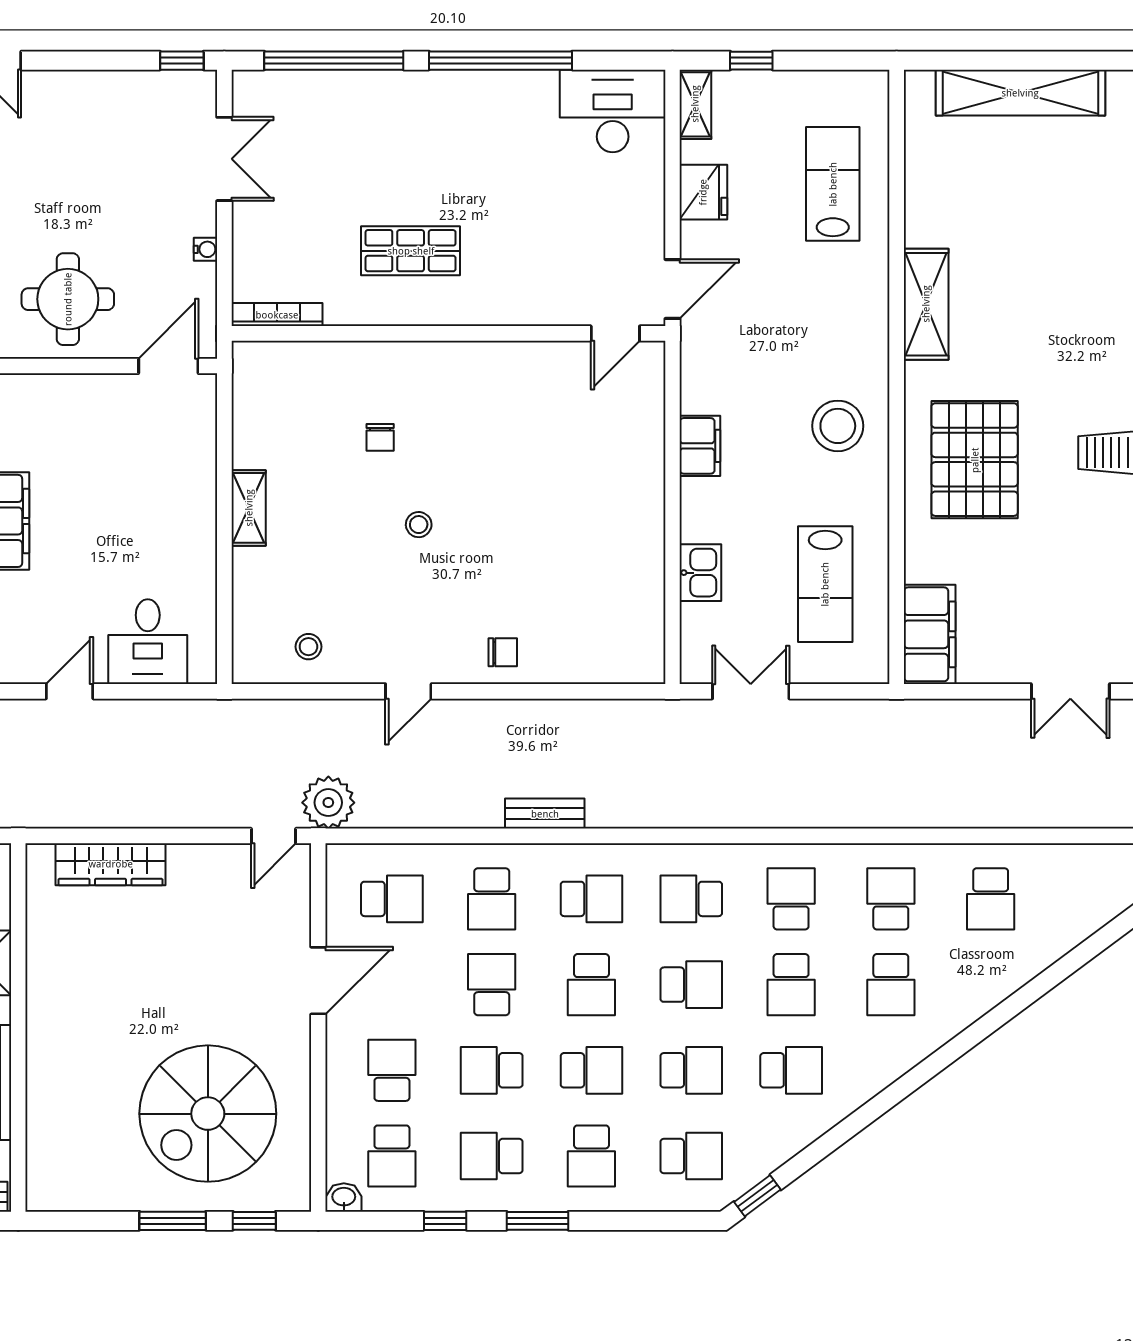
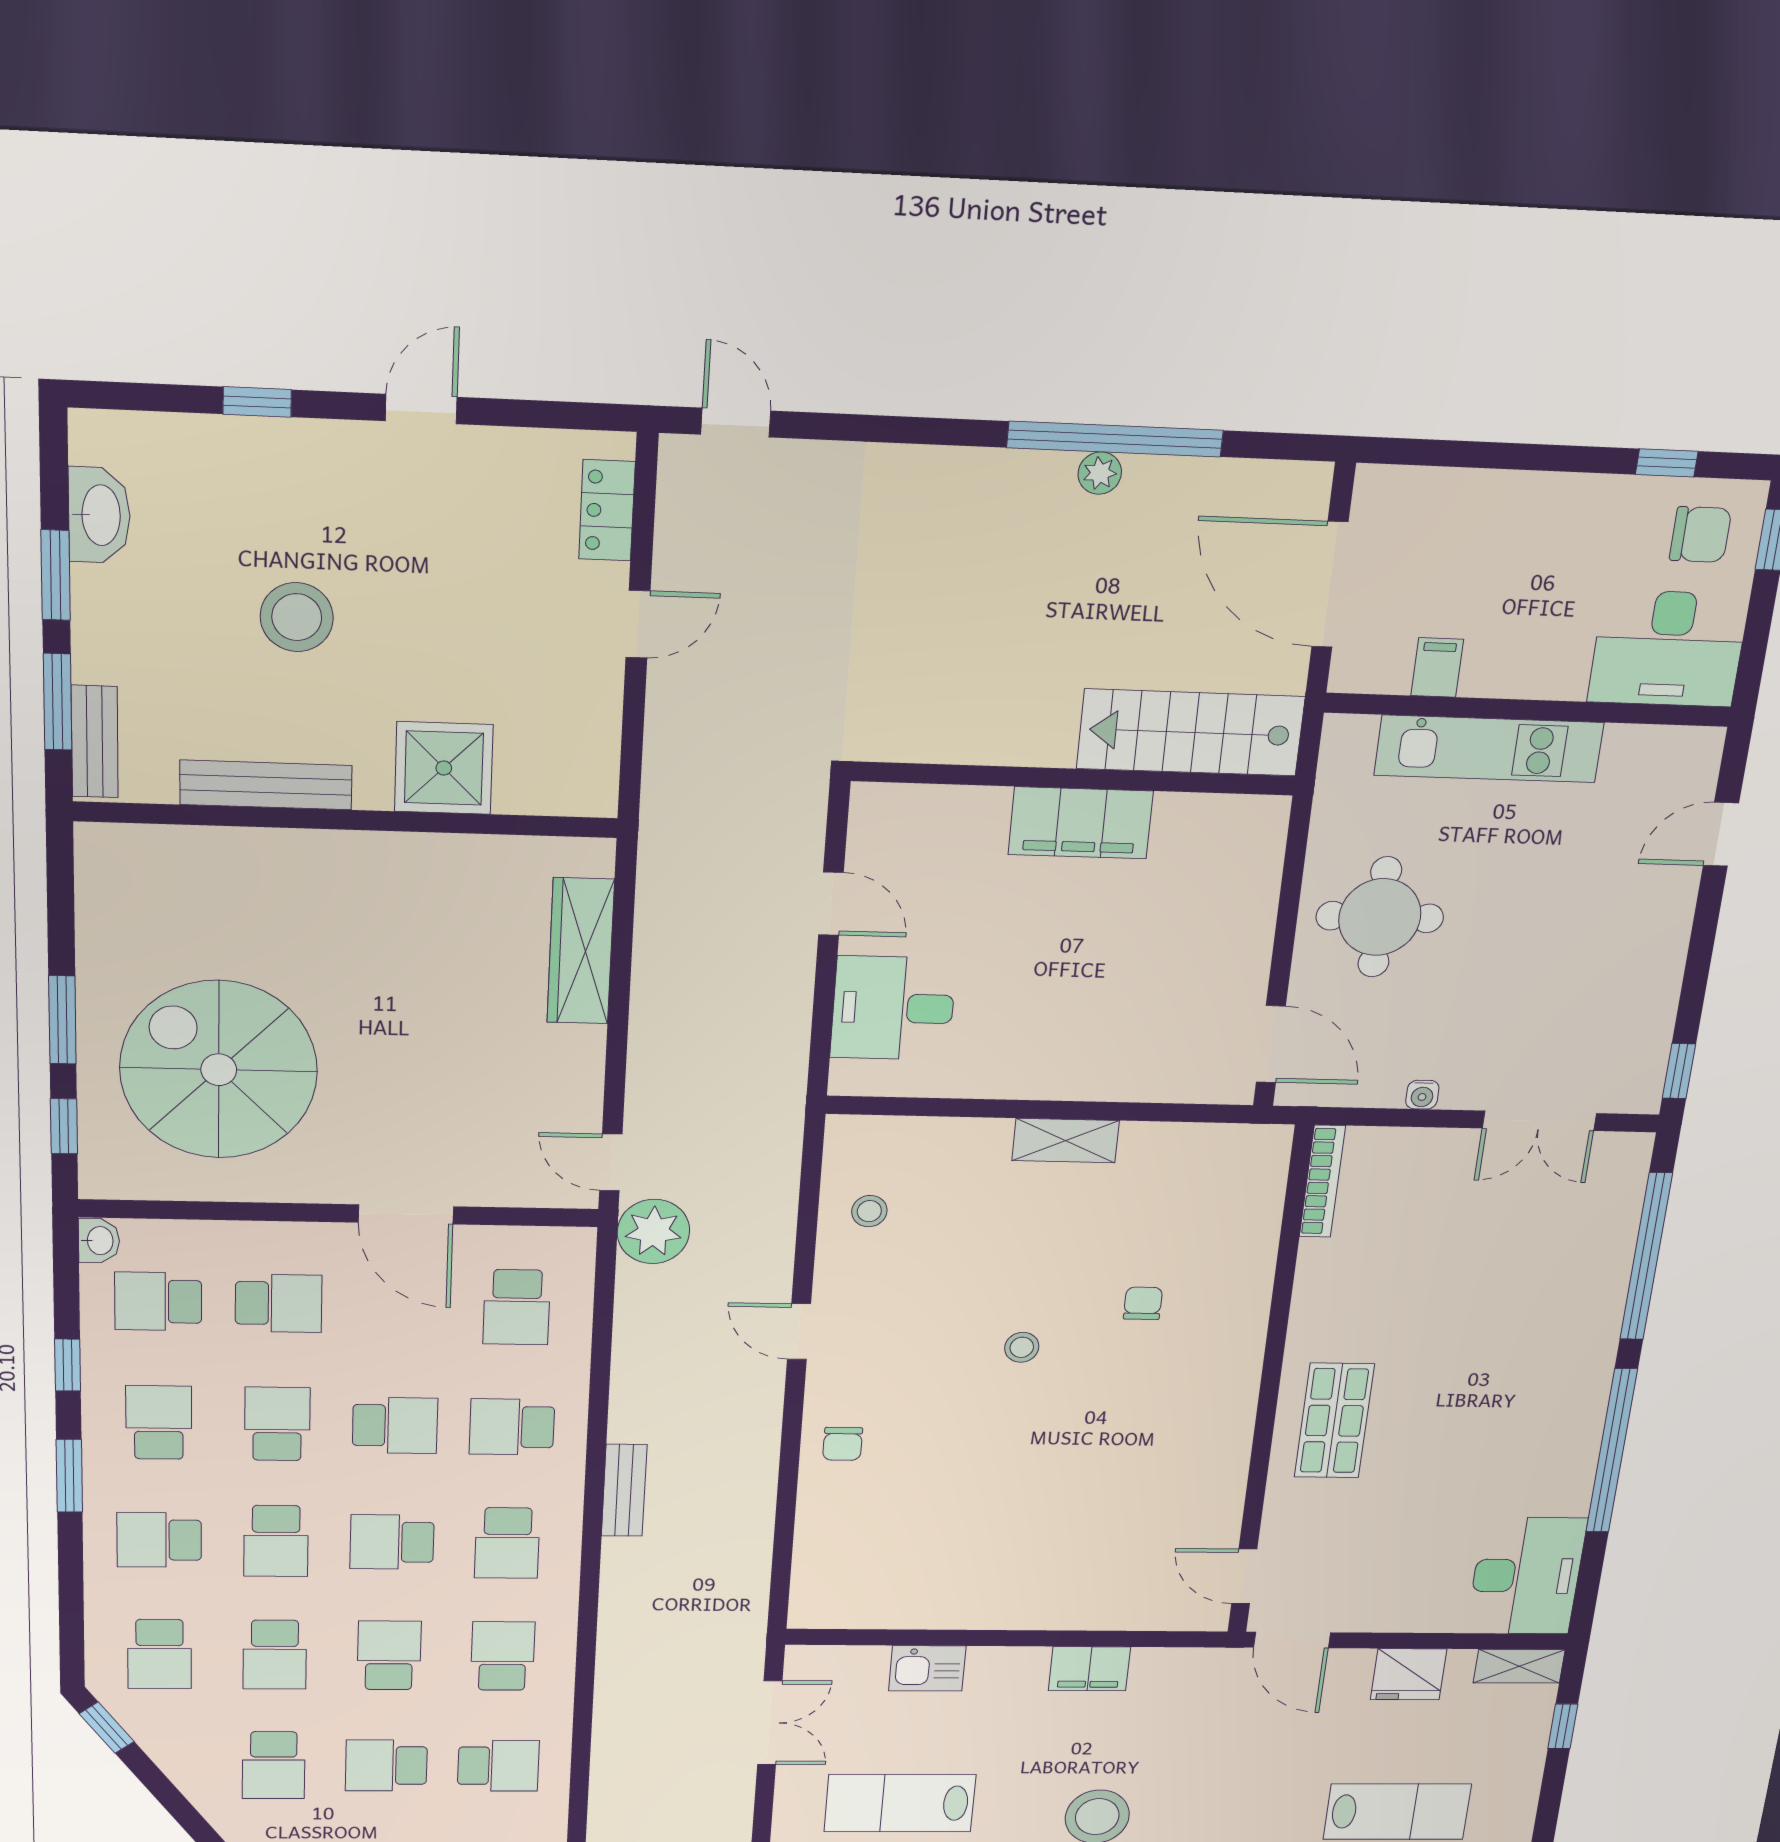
shop shelf: (411, 251) -> (1334, 1421), moved
chair: (380, 437) -> (1143, 1303), turned 90
school desk: (691, 985) -> (389, 1655), turned 180

